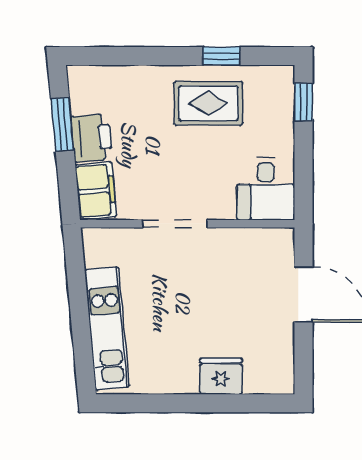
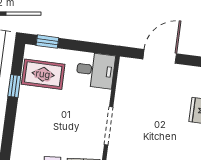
rug: (208, 103) -> (43, 74), moved, turned 90

